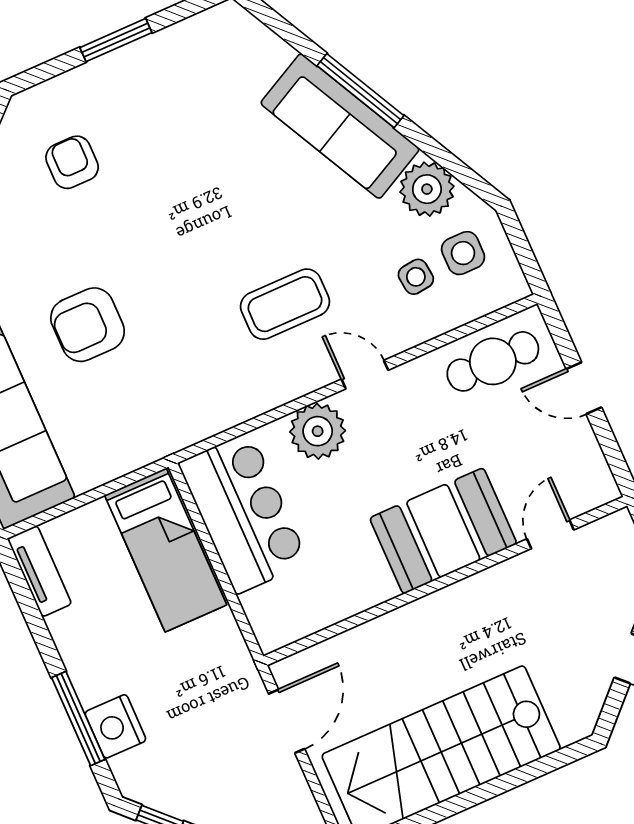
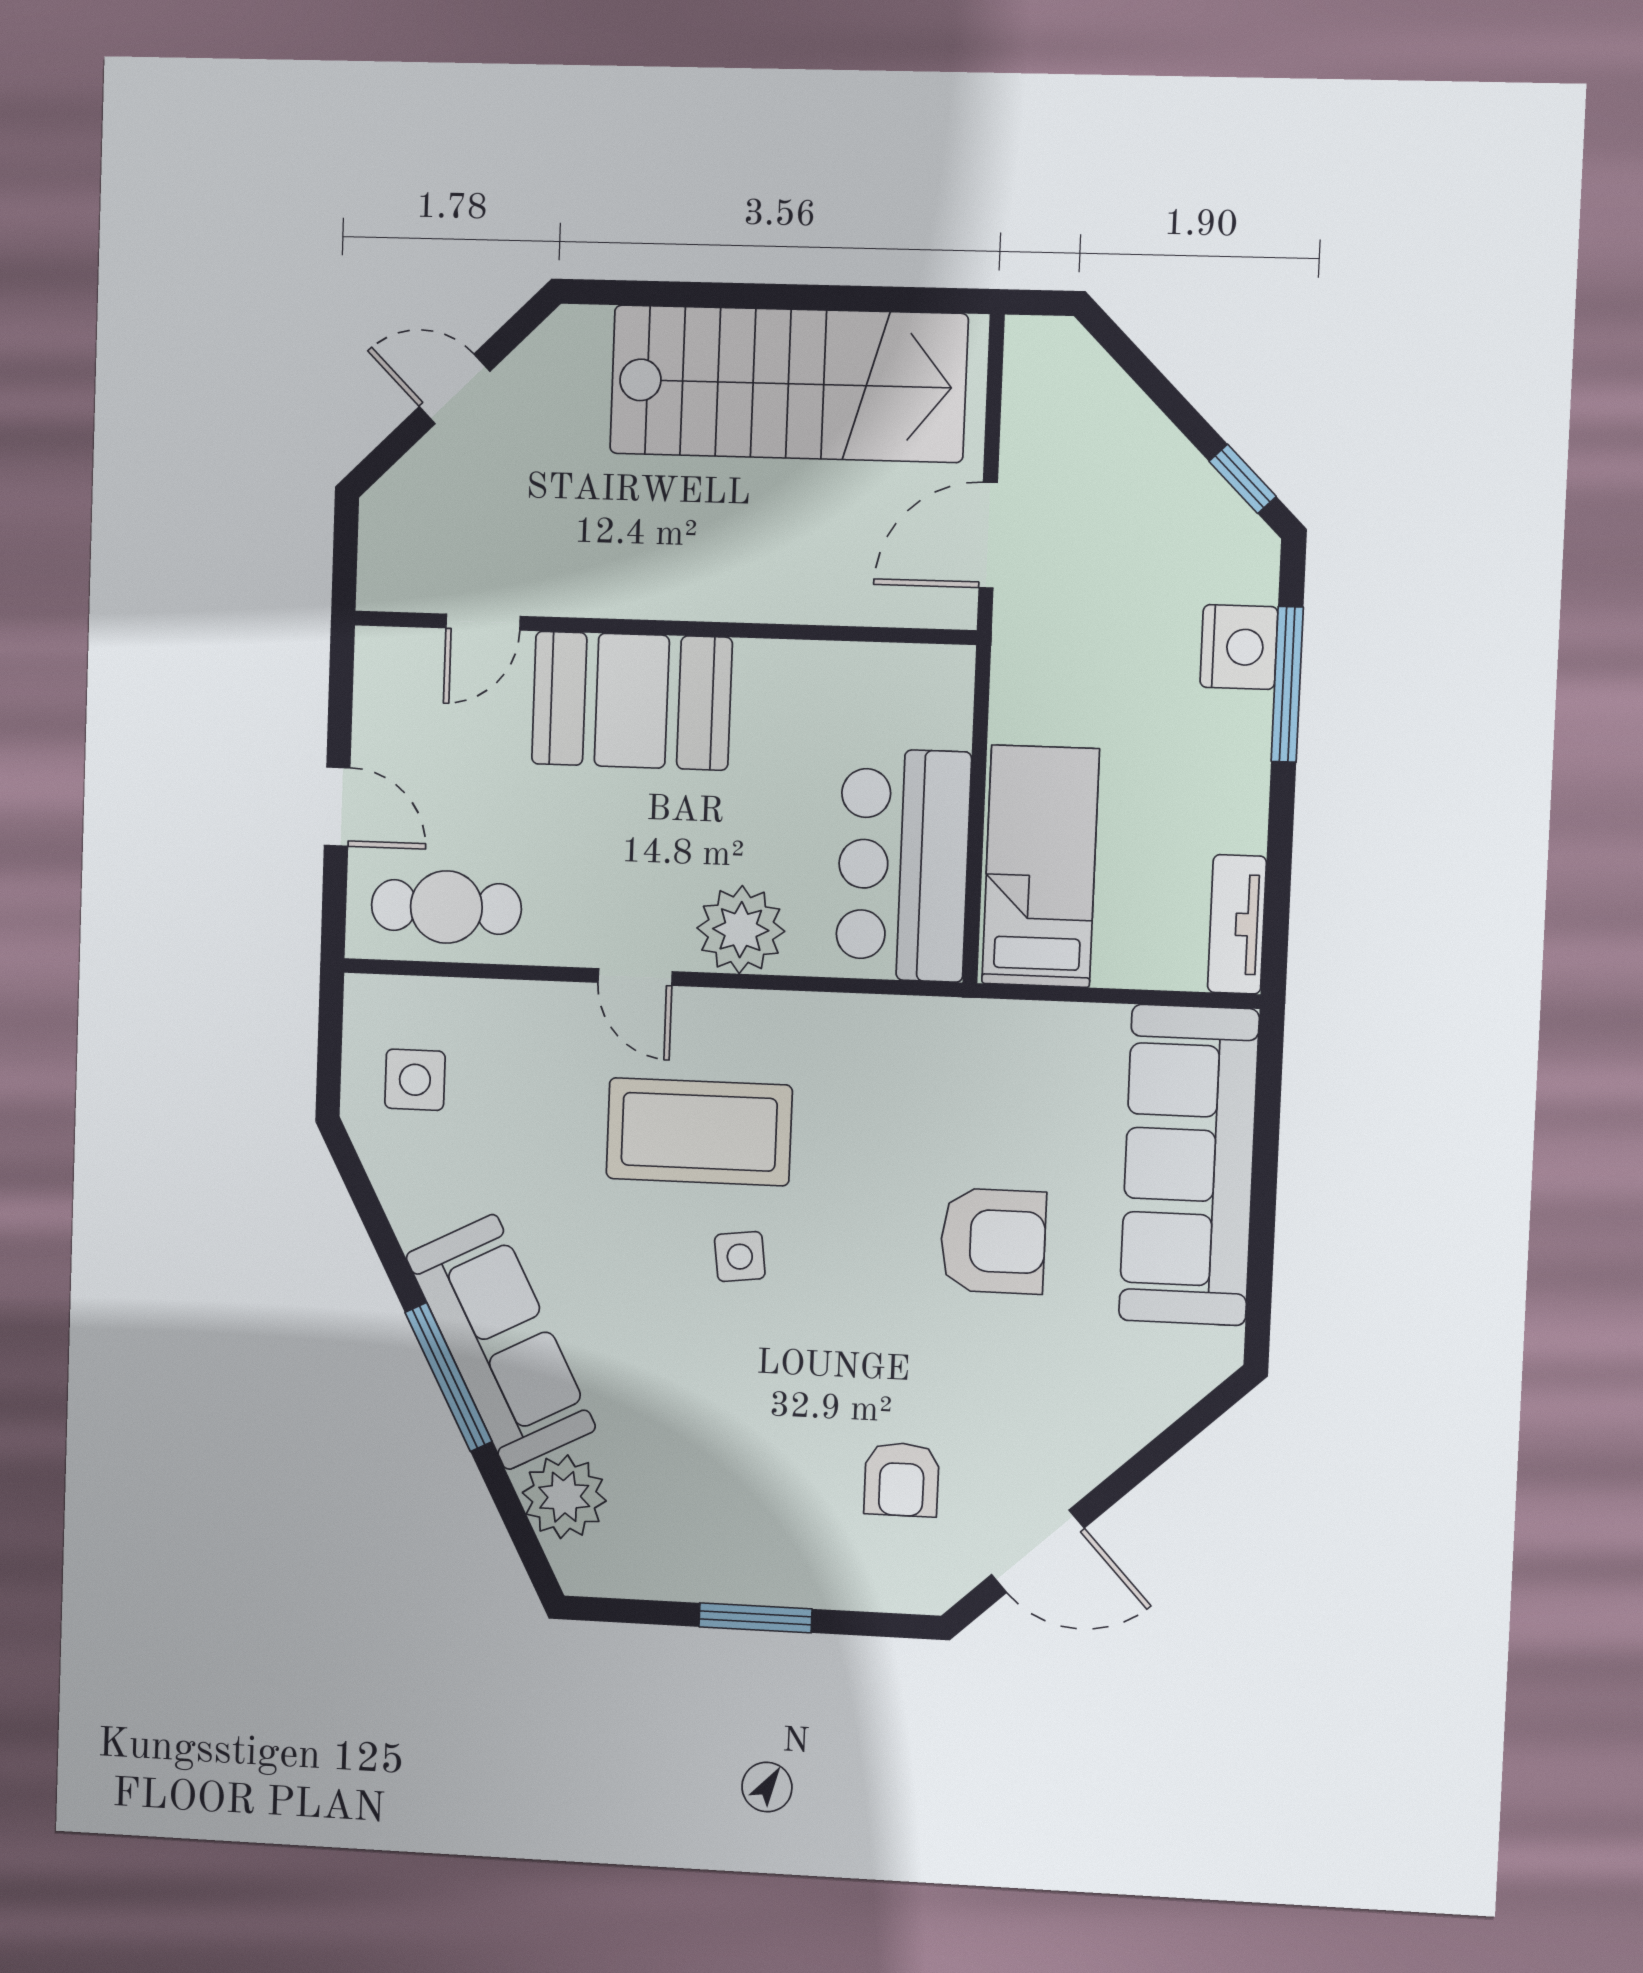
plant: (427, 189) -> (564, 1497), moved
side table: (416, 277) -> (740, 1257), moved
coffee table: (285, 304) -> (699, 1132), width x1.36, depth x1.32

